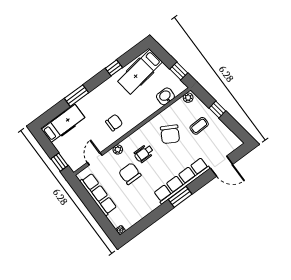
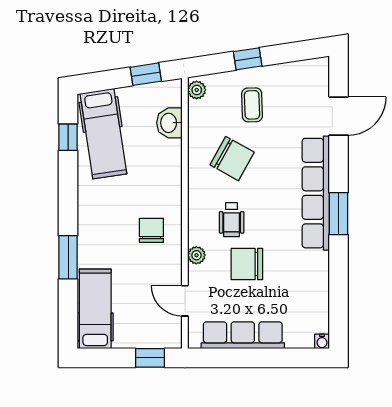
window: (114, 68) -> (68, 137), moved

